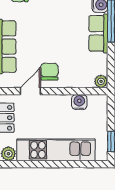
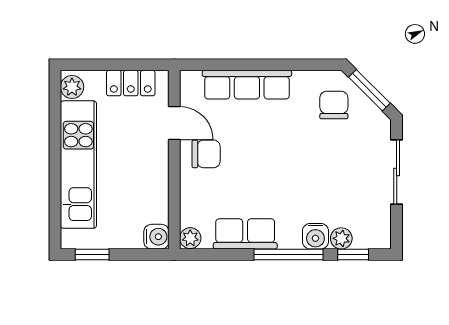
row of seats: (98, 33) -> (245, 234), moved
water cooler: (79, 102) -> (156, 237), moved

